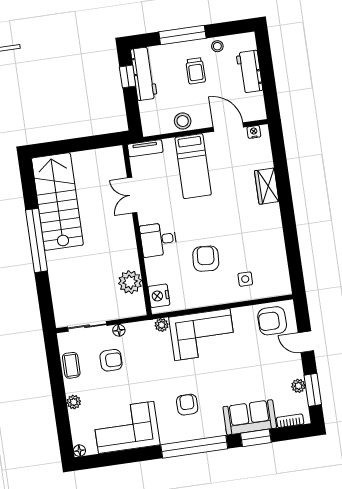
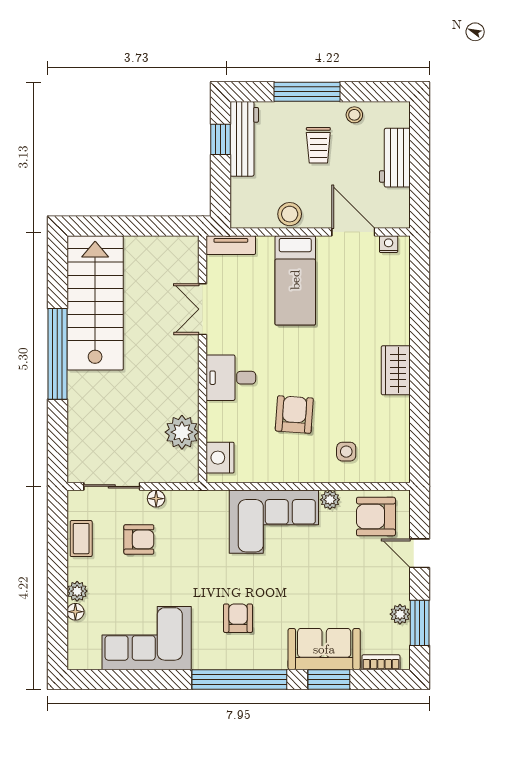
wardrobe: (267, 186) -> (396, 370), moved
plant: (162, 325) -> (330, 500), moved
floor lamp: (79, 451) -> (75, 612), moved

